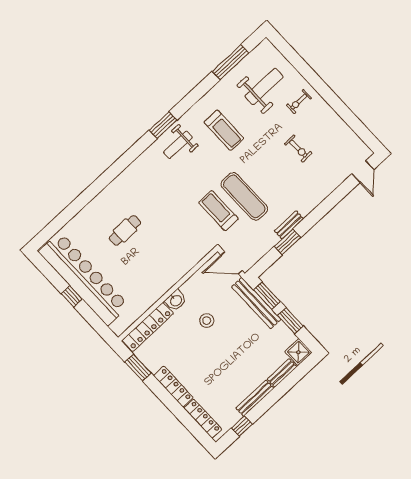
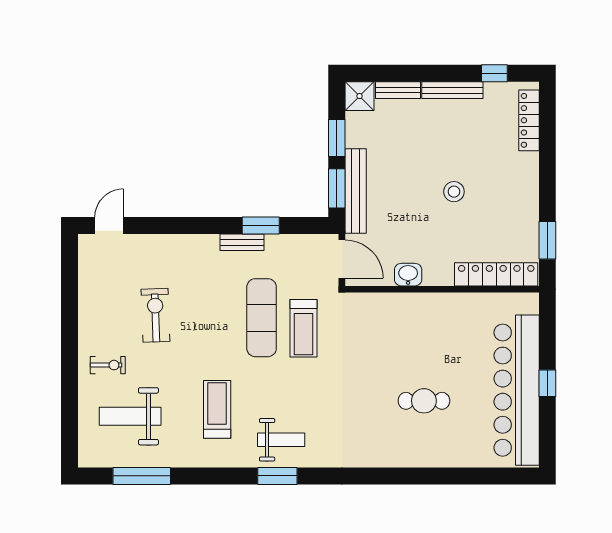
exercise bike: (298, 149) -> (155, 315), width x1.38, depth x1.39
washbasin: (176, 300) -> (408, 275), moved
stool: (207, 321) -> (454, 192), moved
locker: (173, 387) -> (528, 184), removed

